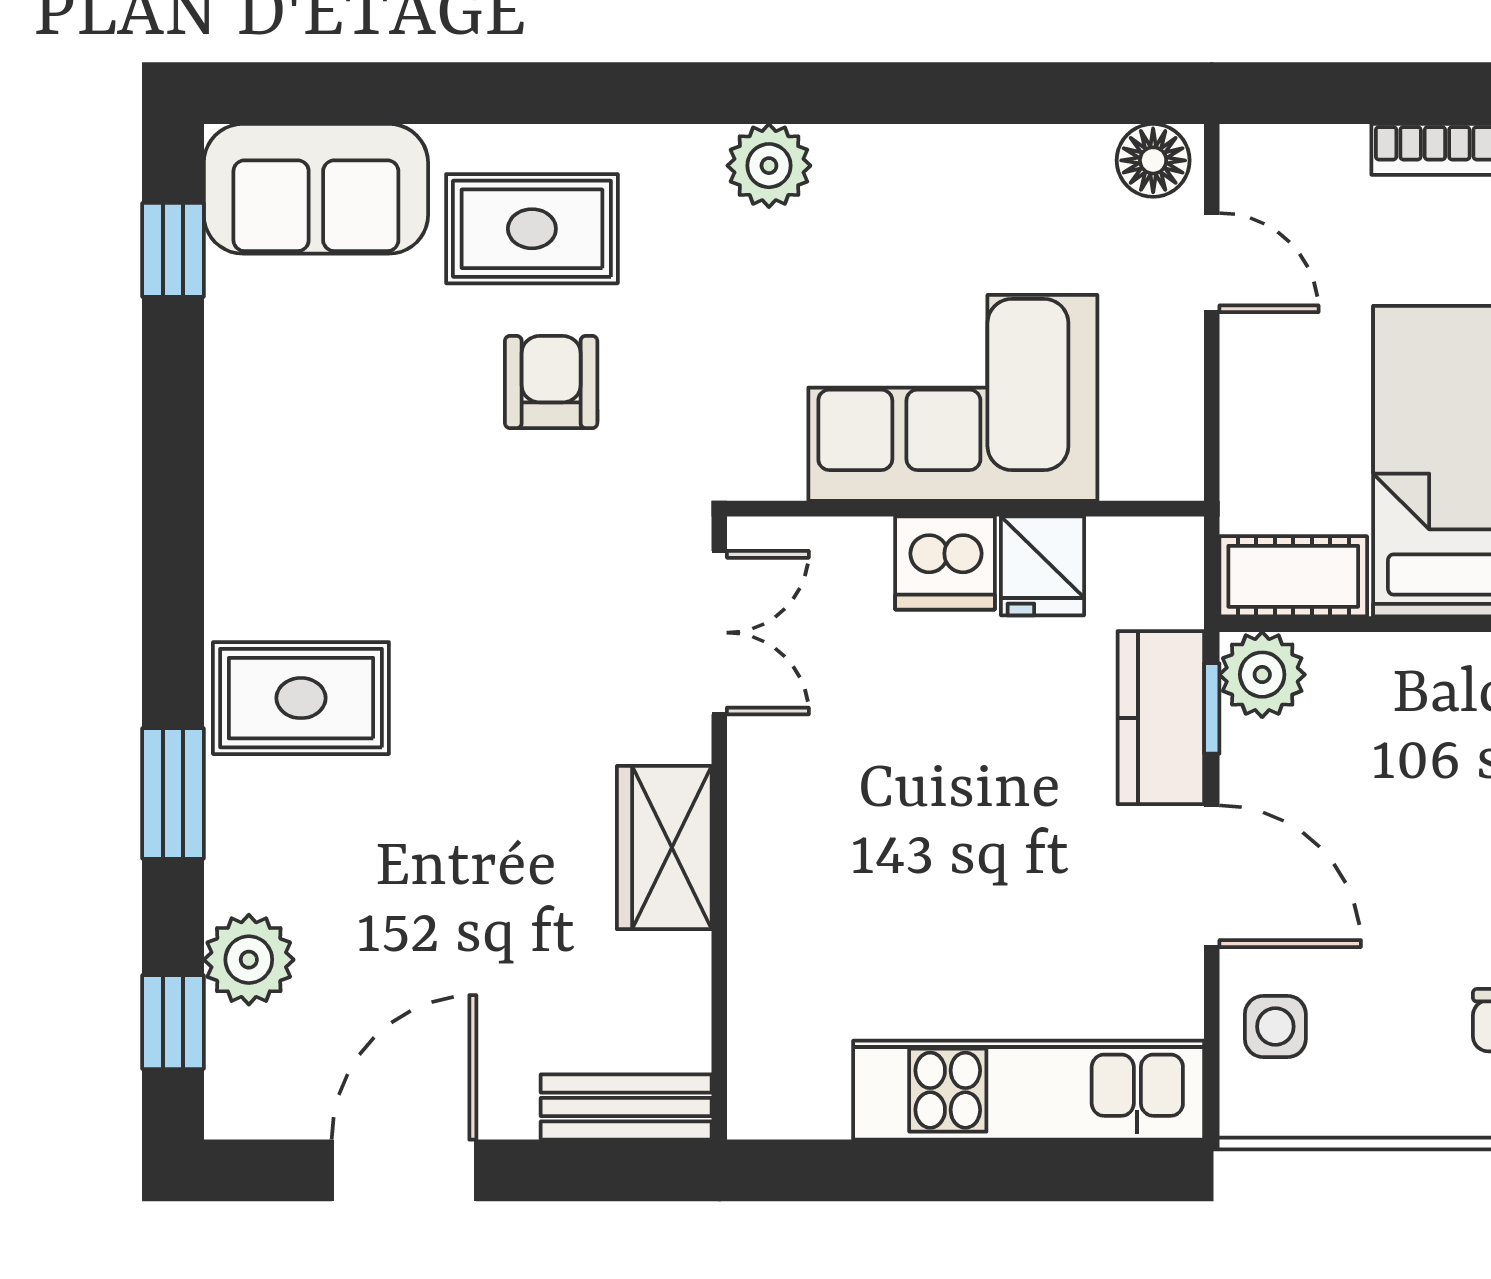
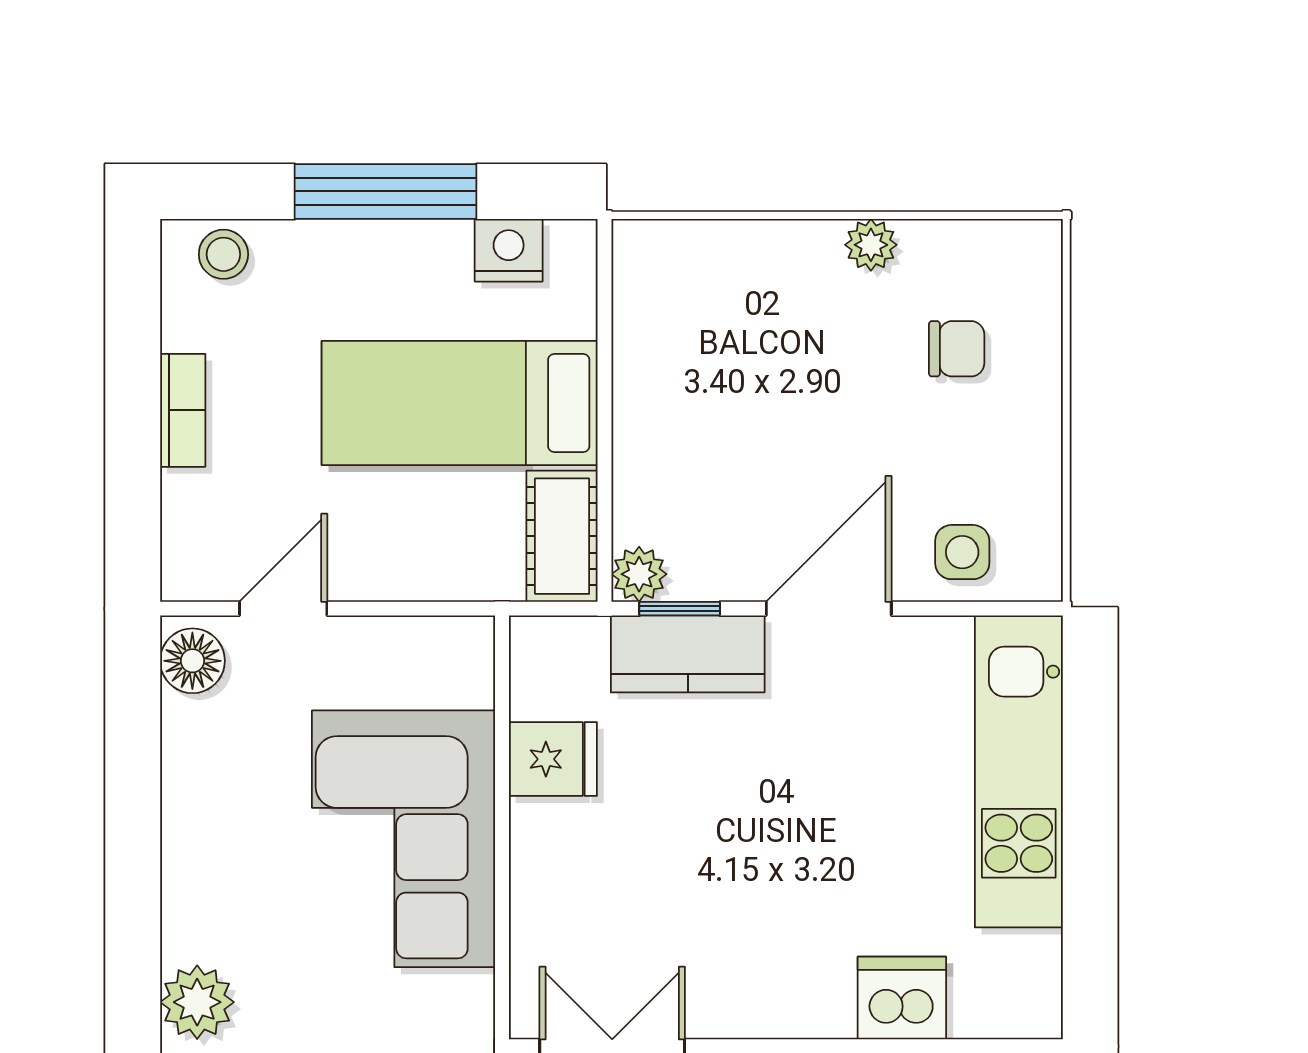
dishwasher: (945, 563) -> (902, 998), moved, turned -90
plant: (1262, 675) -> (639, 574), width x0.73, depth x0.73

